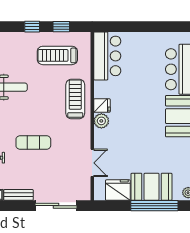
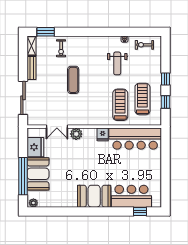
bar counter: (107, 56) -> (135, 139), width x1.36
treadmill: (75, 99) -> (120, 105), moved, turned -90
plant: (101, 121) -> (76, 134), moved

